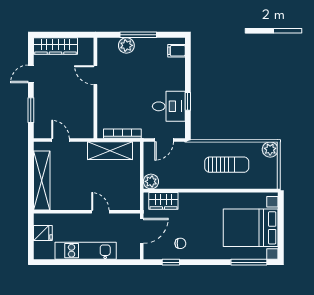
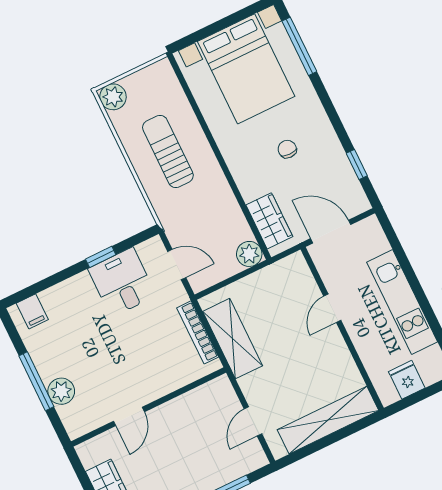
chair: (180, 243) -> (287, 149), moved

